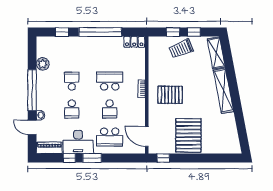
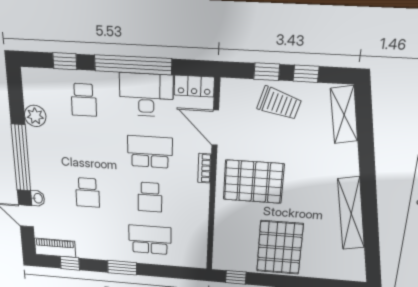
trolley: (181, 49) -> (279, 103), turned -142
school desk: (72, 81) -> (84, 100), moved, turned 180
shelving: (224, 91) -> (351, 213), moved
pallet: (170, 95) -> (253, 182), width x1.37, depth x1.41
door: (147, 136) -> (215, 128), moved
school desk: (110, 137) -> (150, 240), turned 180
desk: (78, 142) -> (146, 95), moved, turned 180
window: (69, 158) -> (70, 263), moved

